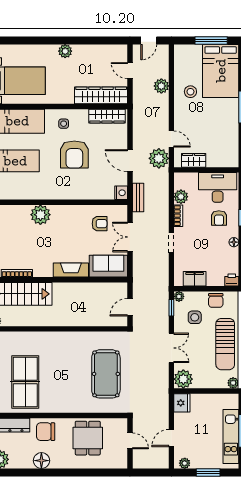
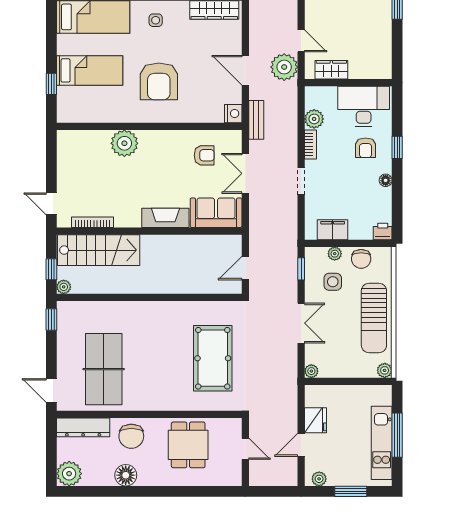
armchair: (74, 154) -> (159, 81), moved
plant: (179, 296) -> (335, 254), moved
plant: (183, 379) -> (311, 371), width x0.53, depth x0.53
fridge: (182, 403) -> (315, 420), moved
chair: (46, 432) -> (131, 436), turned -90

